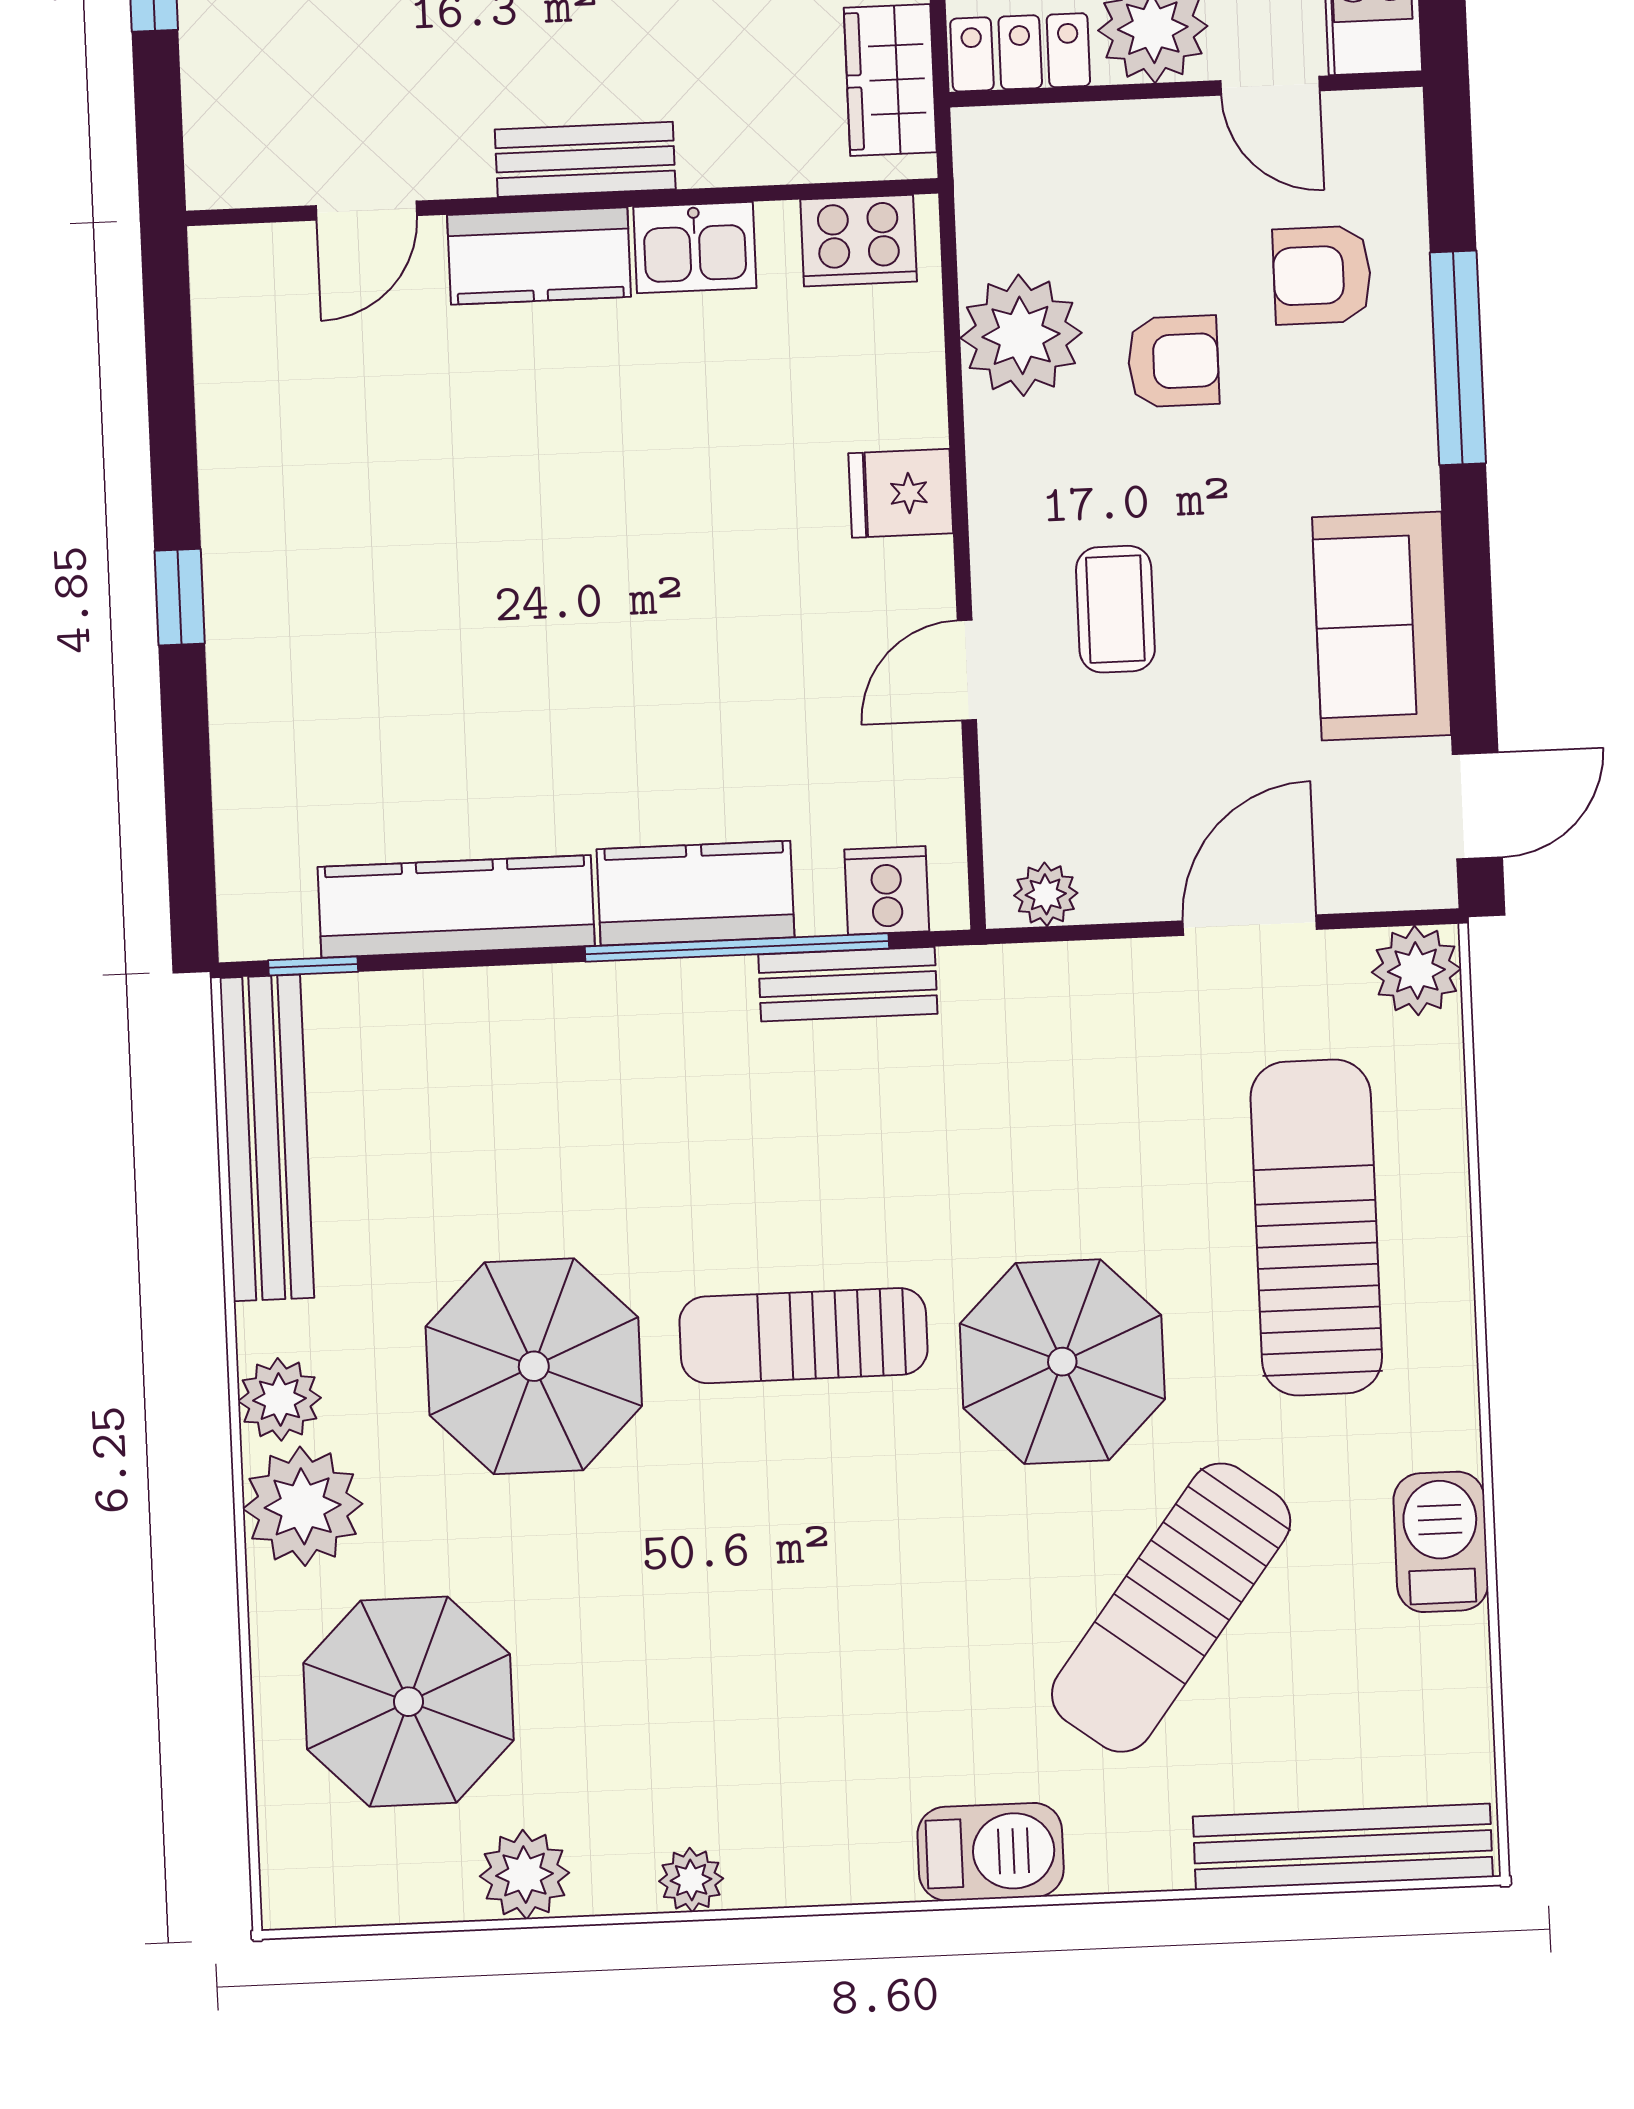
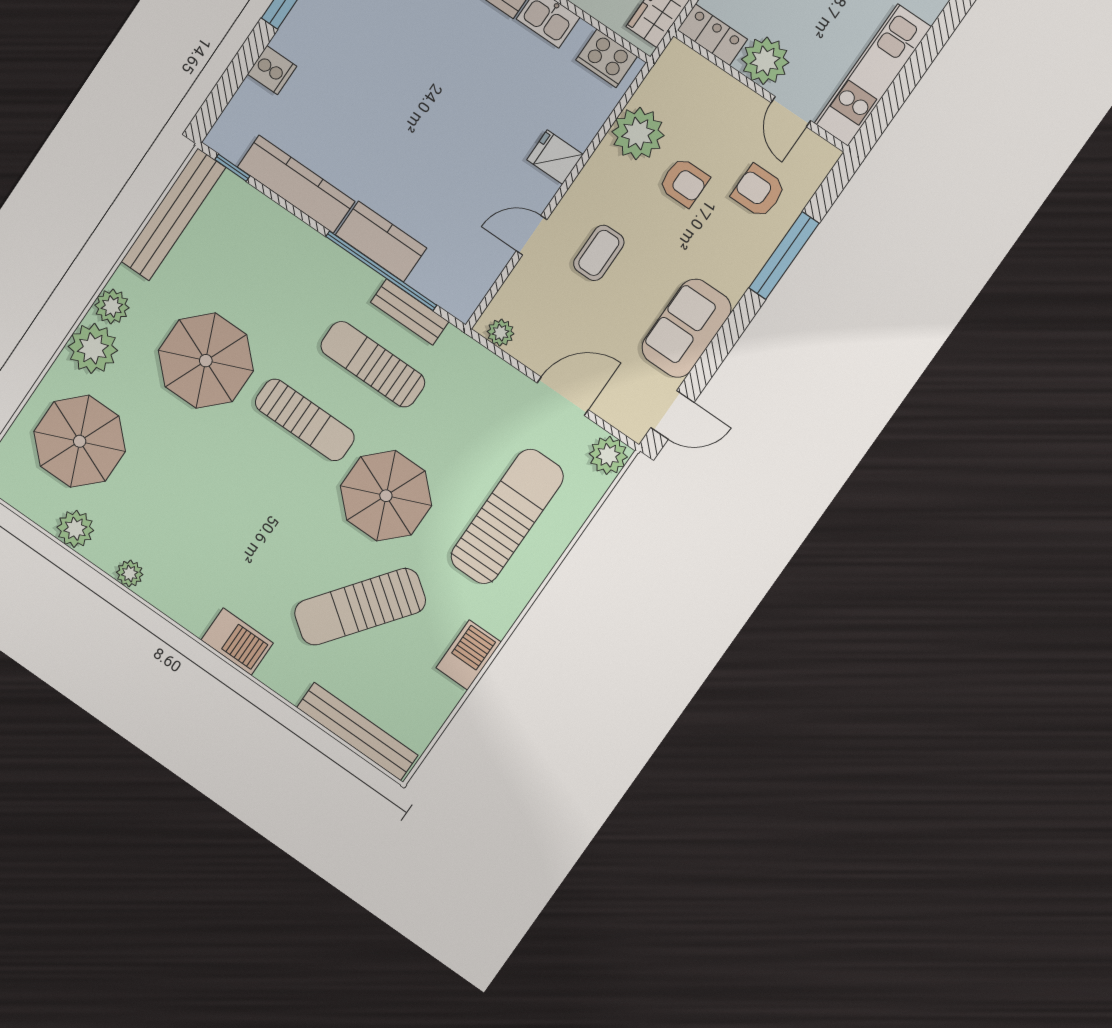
cooker: (887, 890) -> (272, 70), moved, turned 90
sun lounger: (853, 1134) -> (373, 364), added
sun lounger: (804, 1336) -> (305, 420), turned 180

